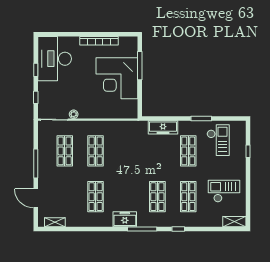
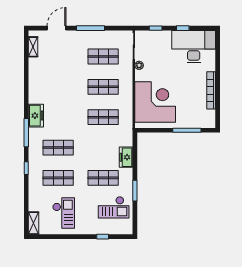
corner desk: (117, 78) -> (155, 102), moved, turned 90
freezer: (163, 127) -> (126, 157), width x0.71
shop shelf: (96, 197) -> (103, 117), moved

